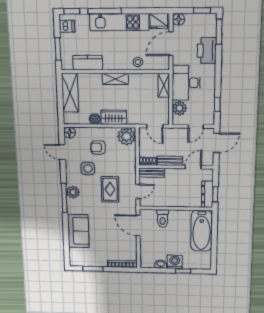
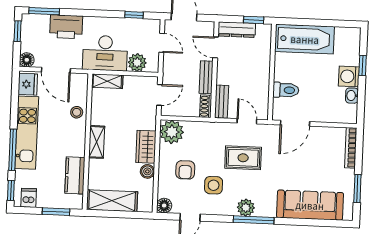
dresser: (207, 194) -> (237, 30), moved
sofa: (78, 231) -> (310, 205), width x1.36

